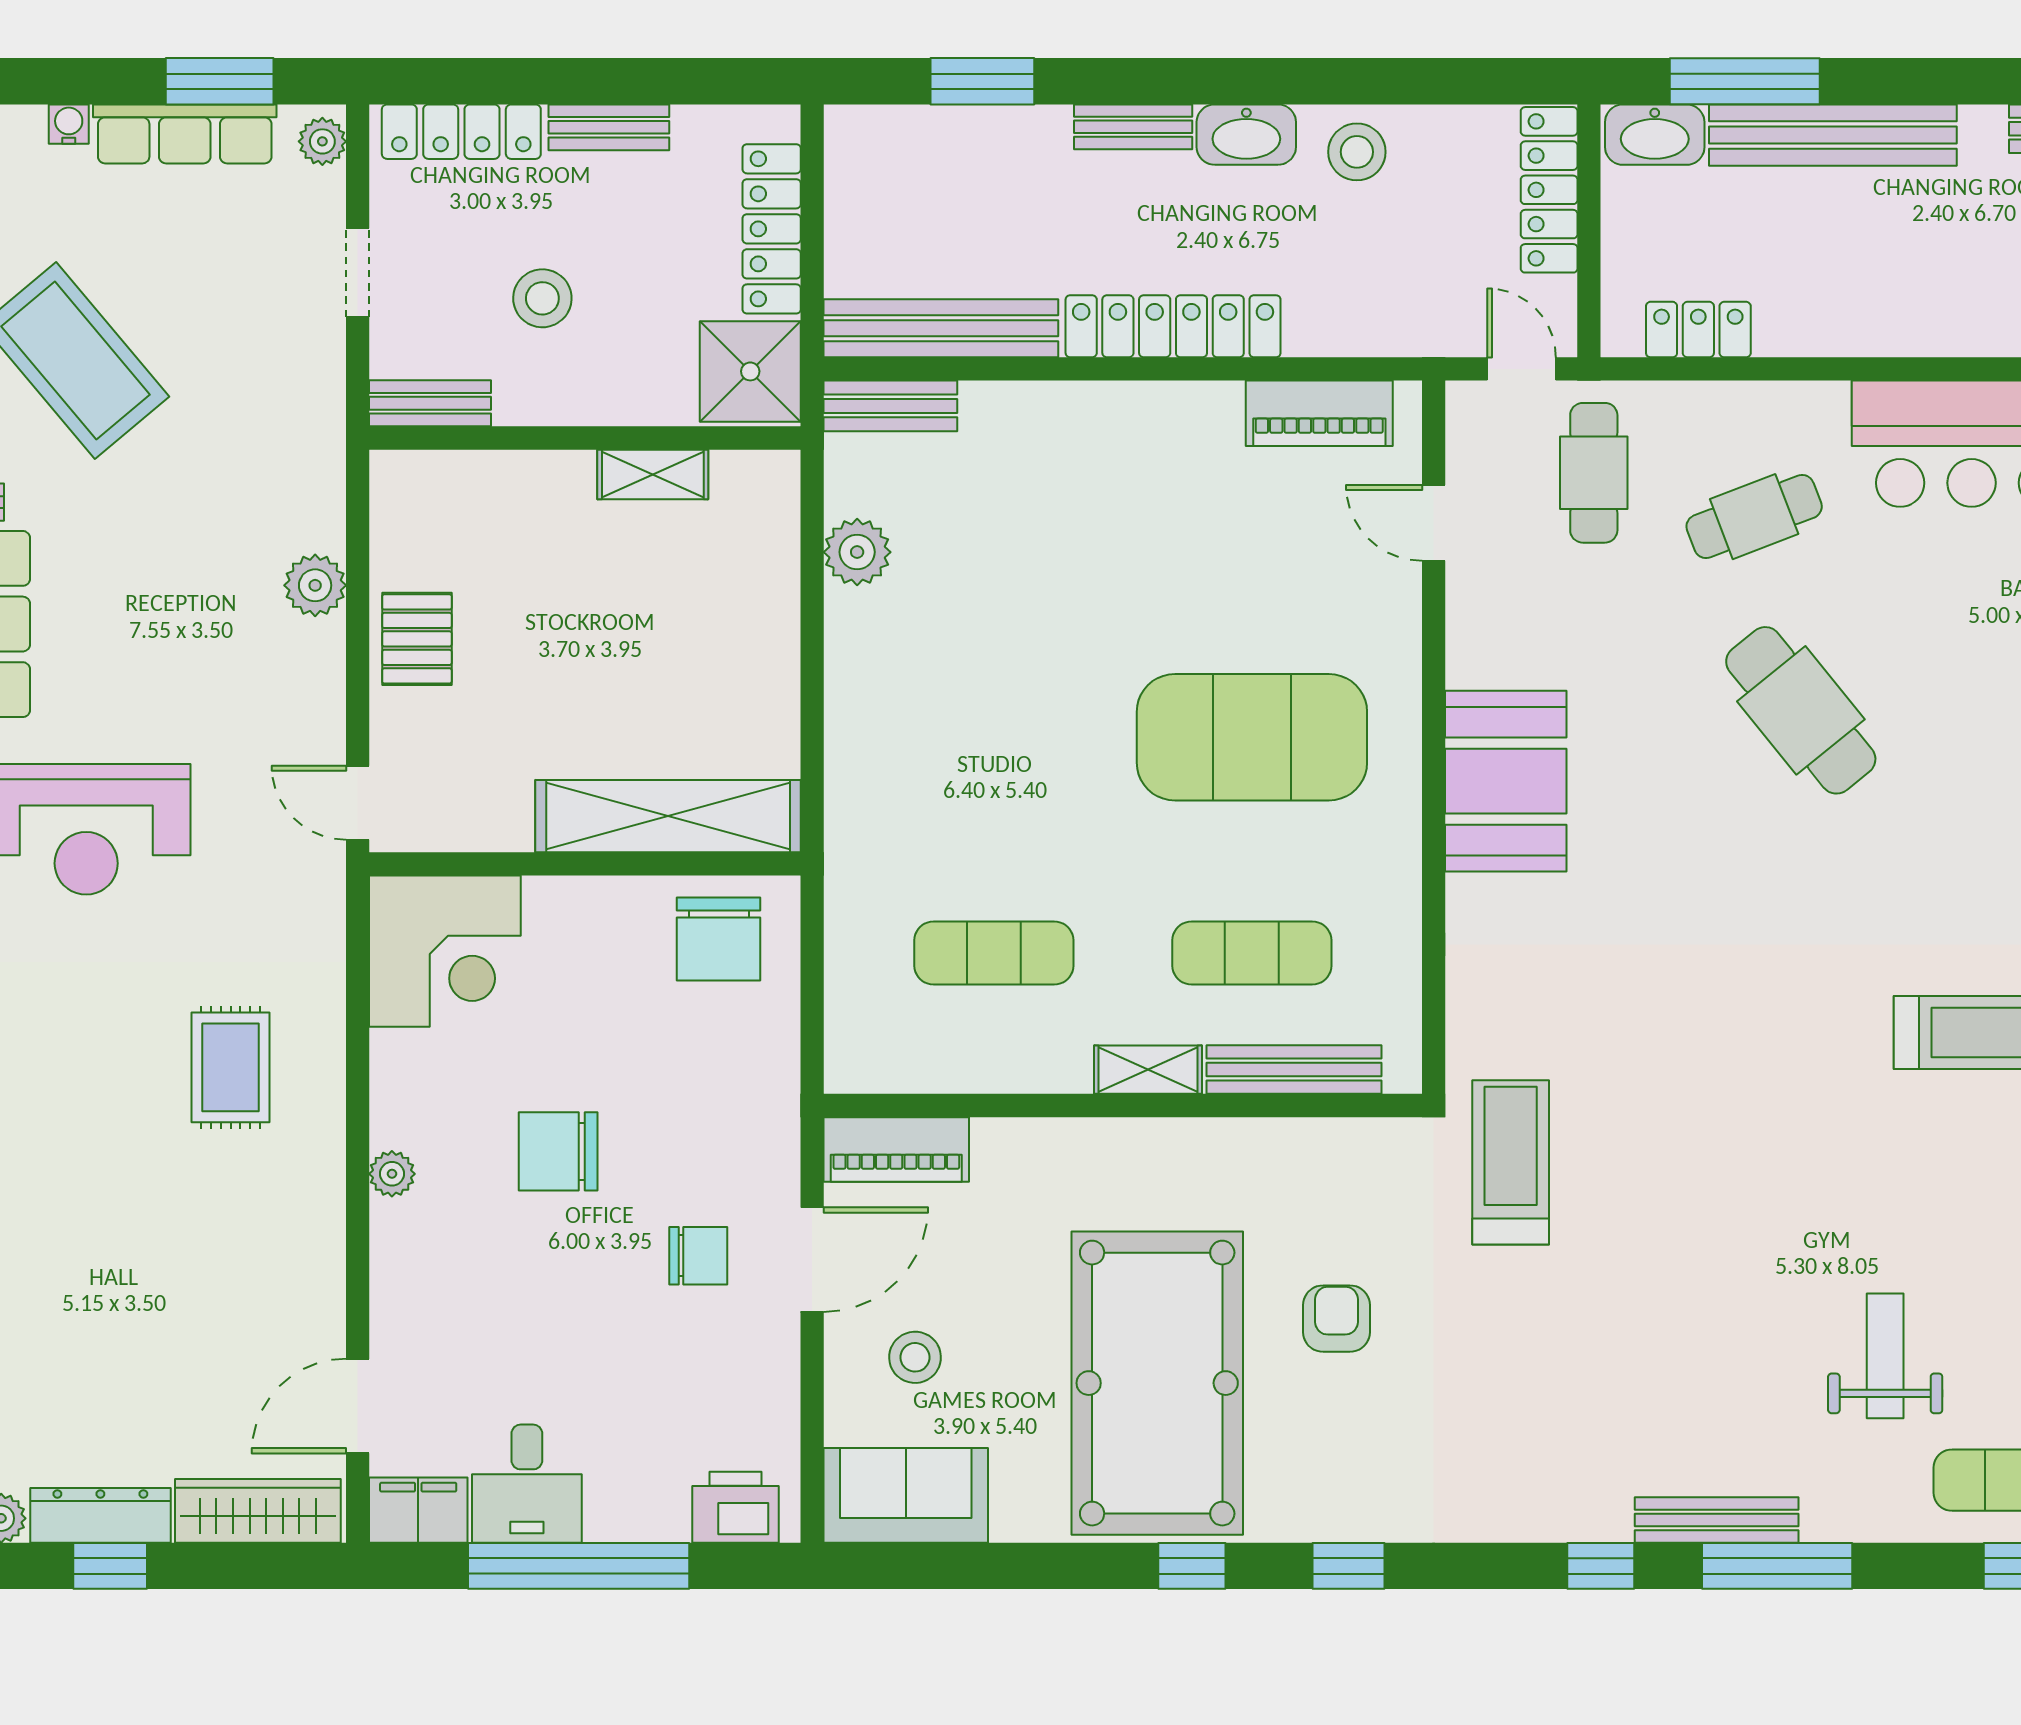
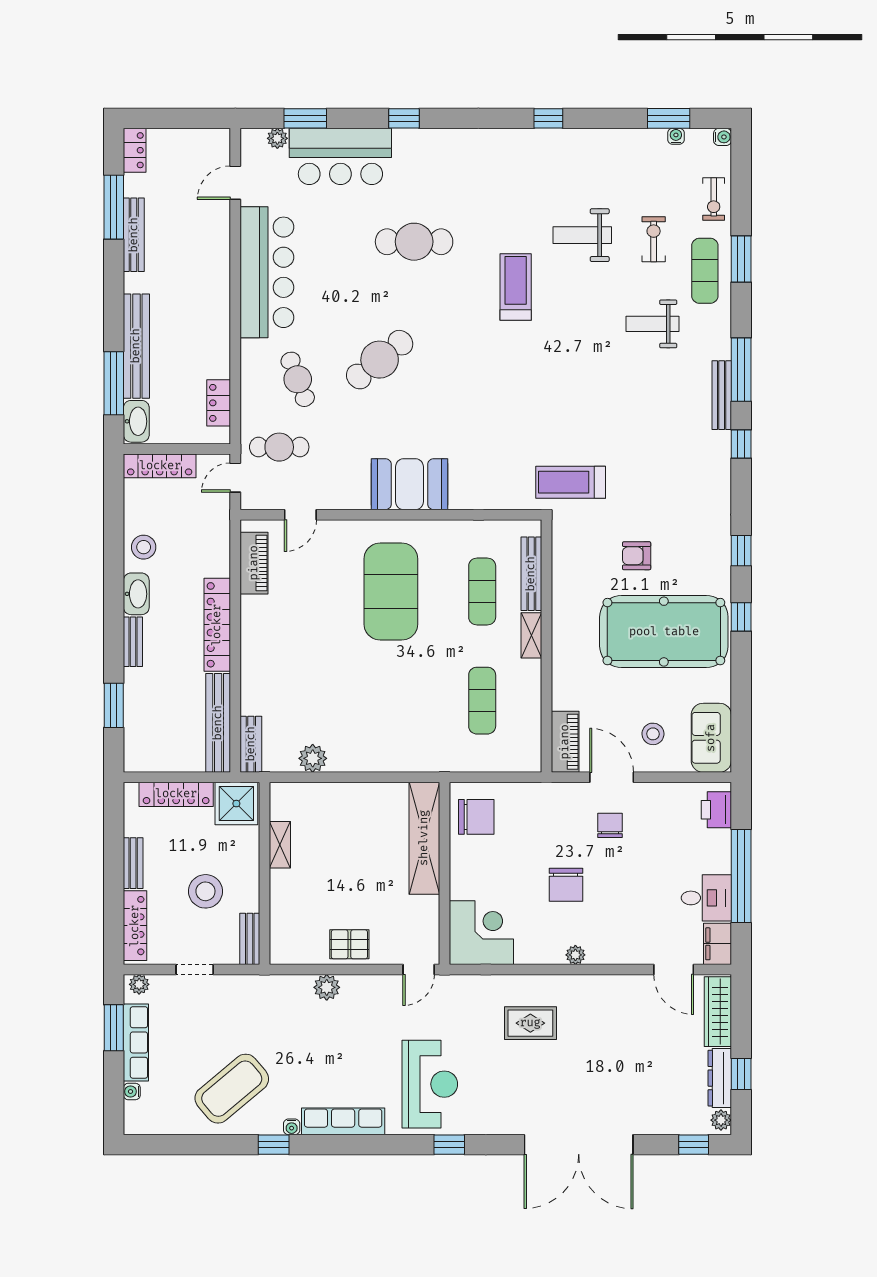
stool: (542, 298) -> (205, 891), width x1.38, depth x1.38

